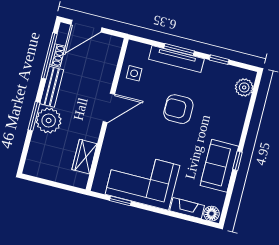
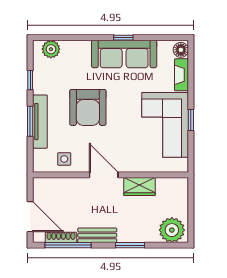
shoe rack: (57, 55) -> (61, 237), width x1.43
armchair: (178, 109) -> (88, 107), width x1.36, depth x1.36
plant: (49, 120) -> (172, 230), moved
wardrobe: (85, 157) -> (139, 187), moved
sofa: (219, 166) -> (124, 54), width x1.36
window: (120, 201) -> (191, 120), moved

